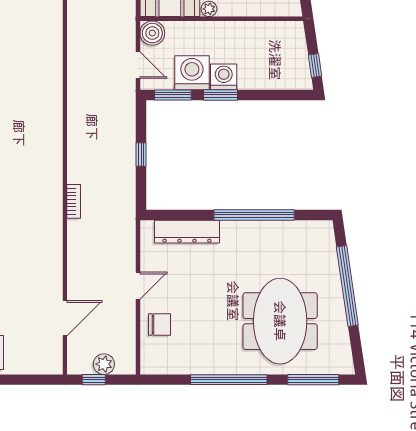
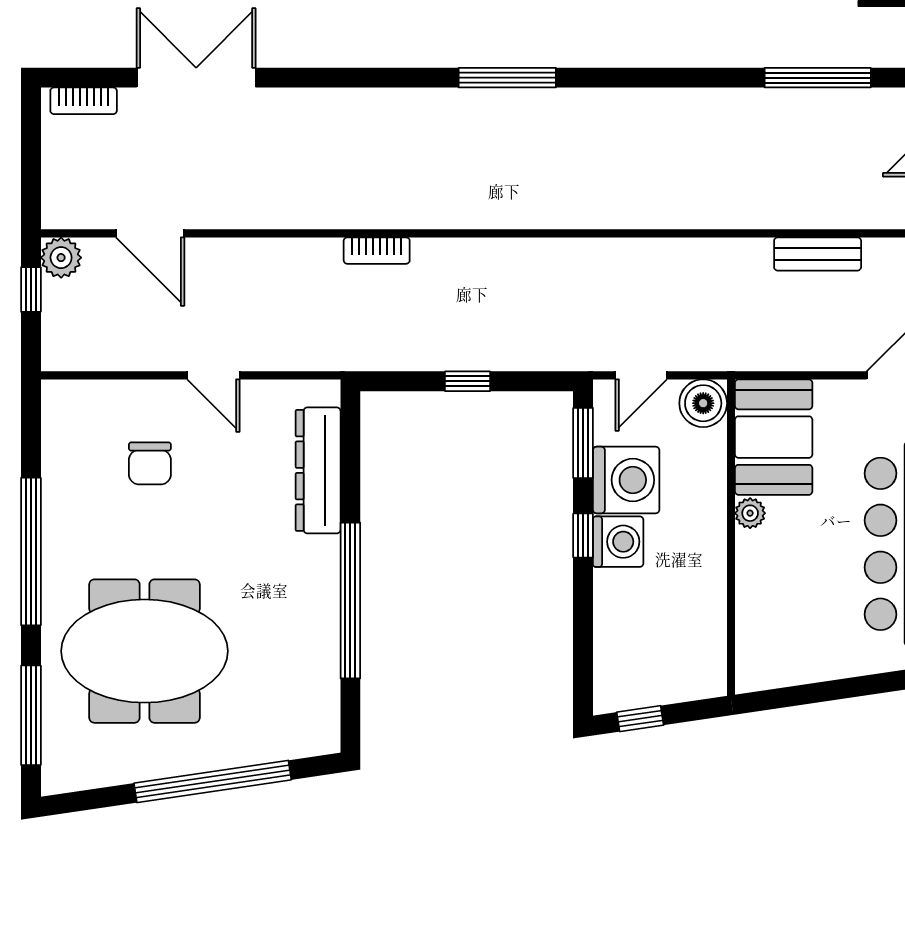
window: (221, 95) -> (583, 536), width x0.67
chair: (159, 324) -> (150, 463), moved
plant: (104, 364) -> (61, 258), moved

